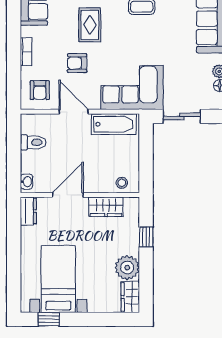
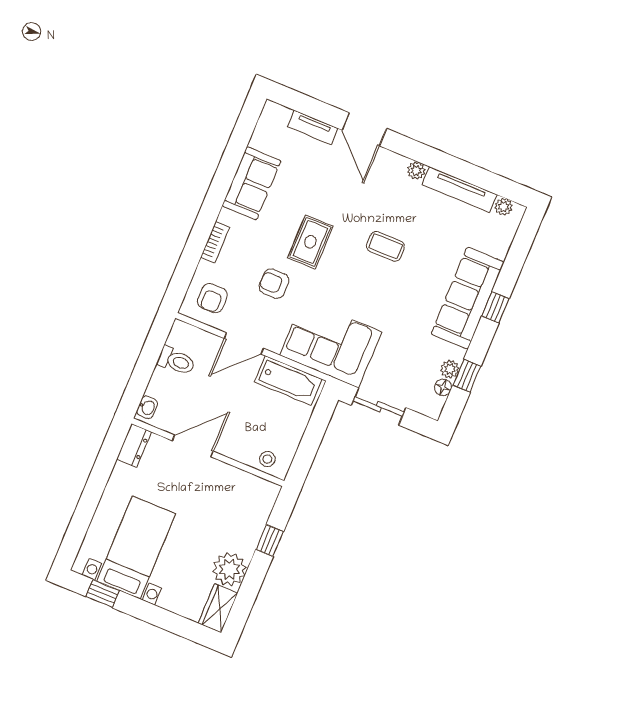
door: (74, 112) -> (244, 343), swing flipped
wardrobe: (106, 207) -> (235, 481), removed

